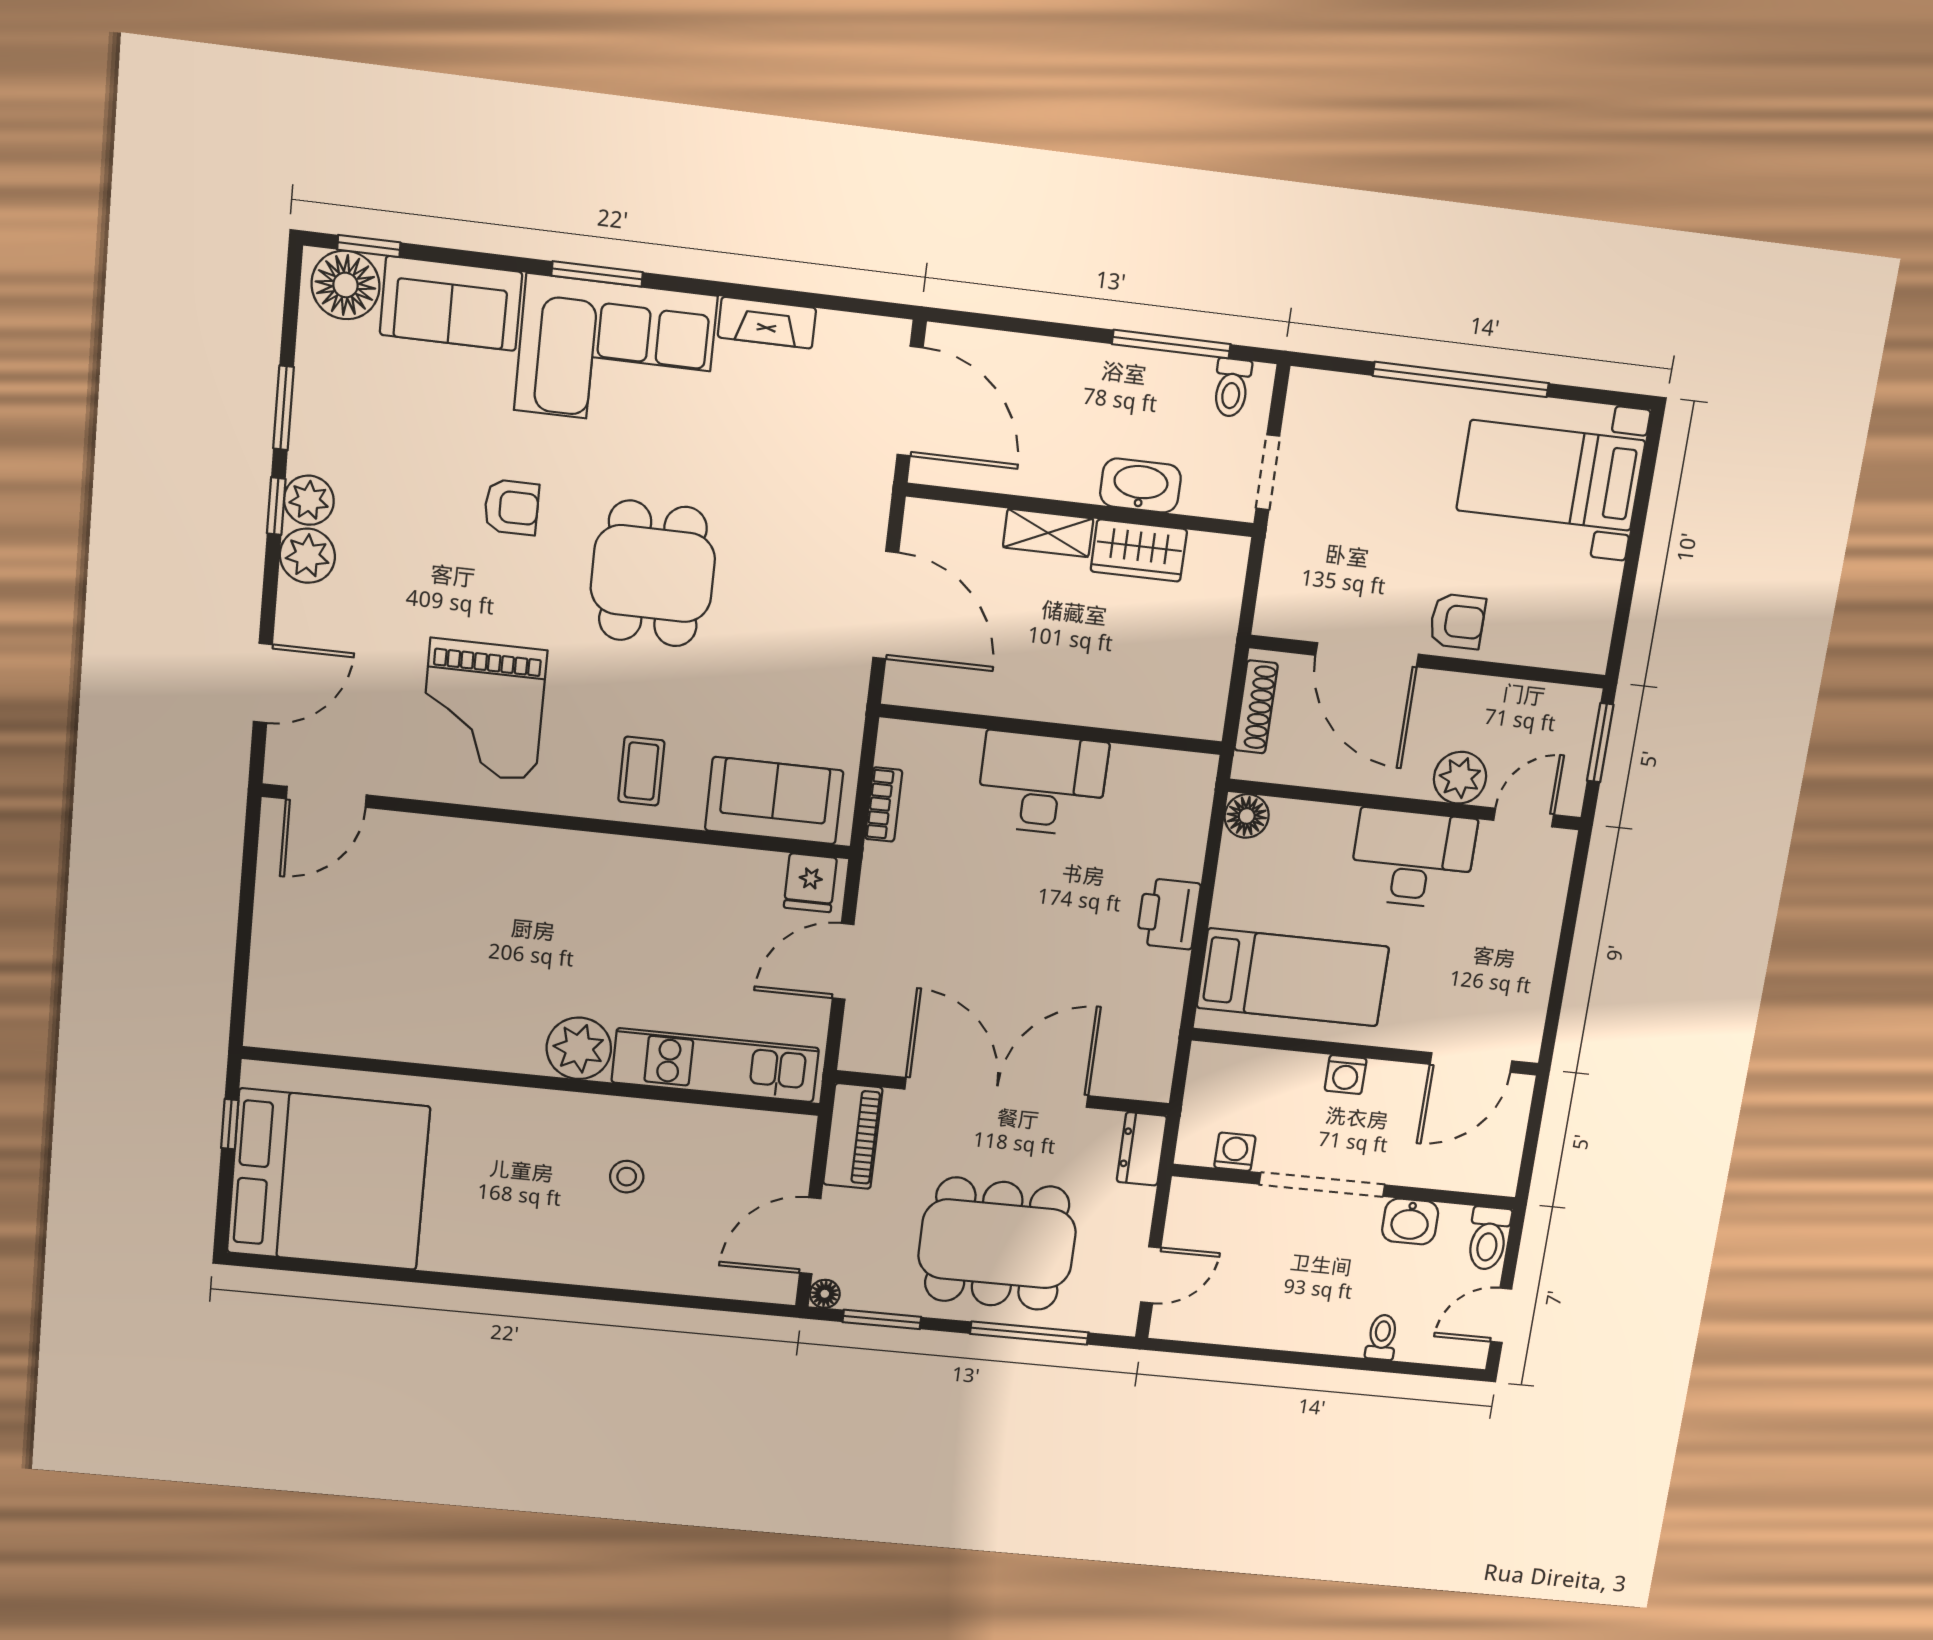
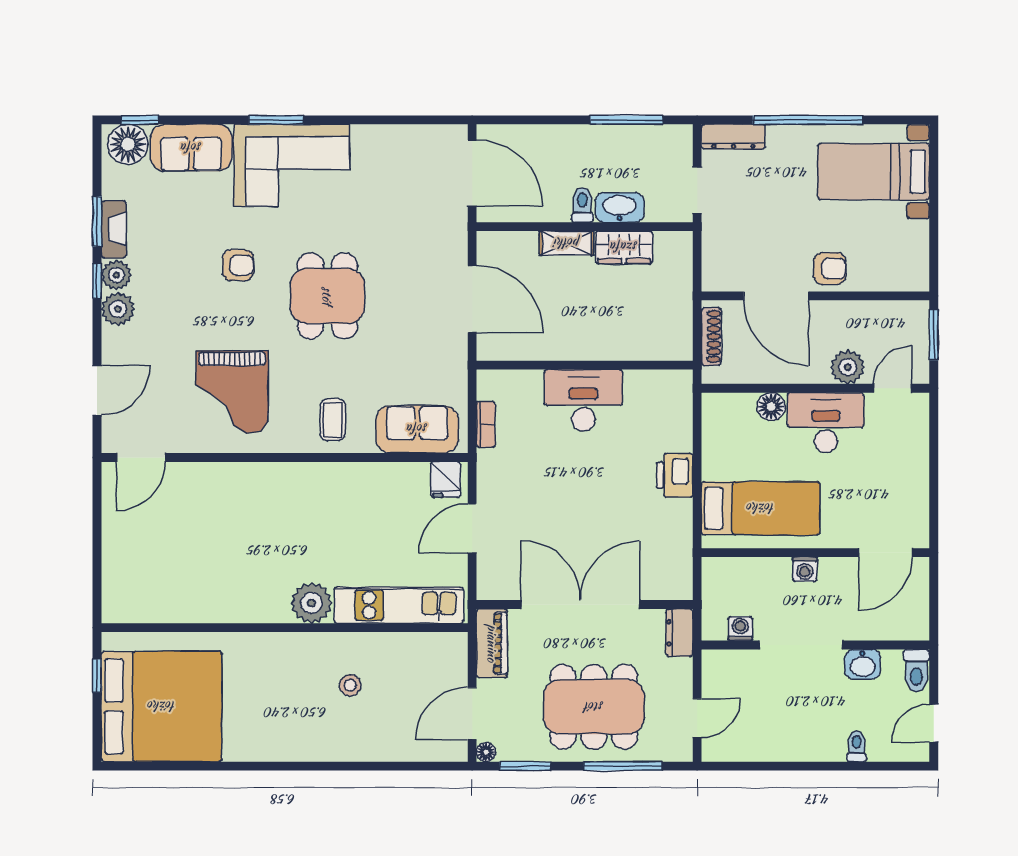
fireplace: (767, 323) -> (114, 229), moved, turned -90
toilet: (1232, 388) -> (582, 205), moved, turned 180
dresser: (1338, 392) -> (733, 137), added
floor lamp: (1247, 816) -> (771, 407), moved

